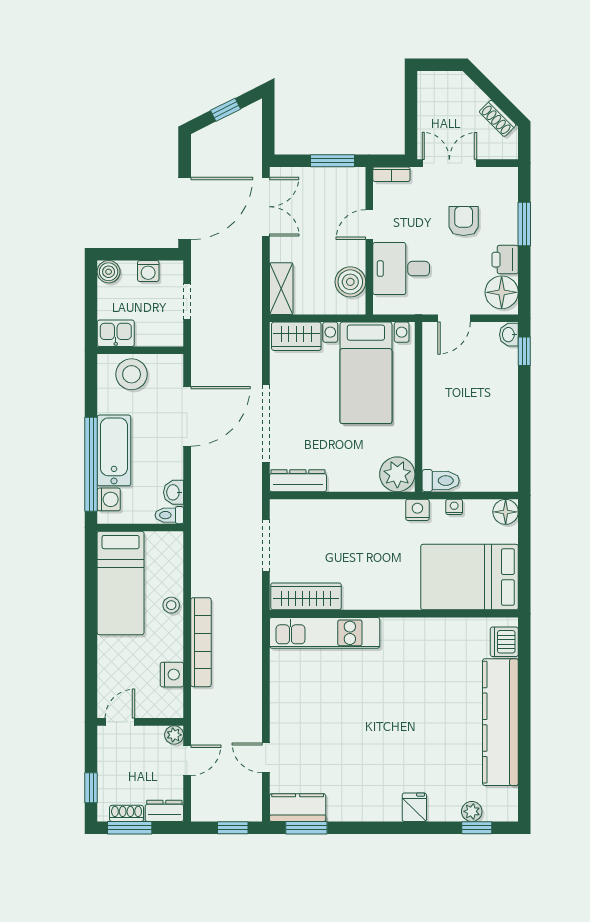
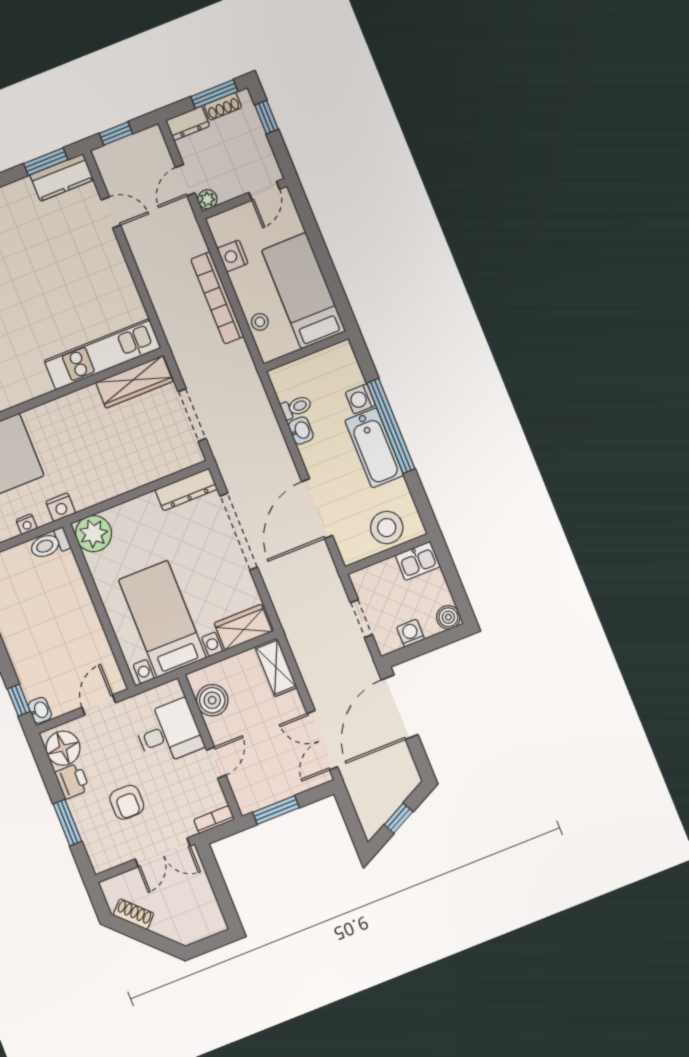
wall: (140, 527) -> (306, 351), moved
bed: (121, 583) -> (304, 291), moved

